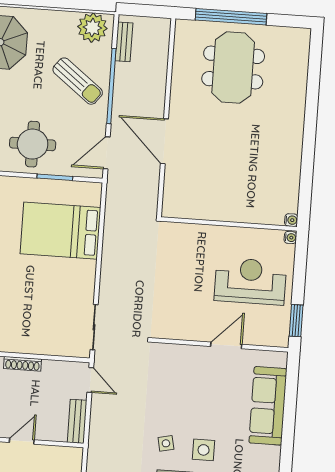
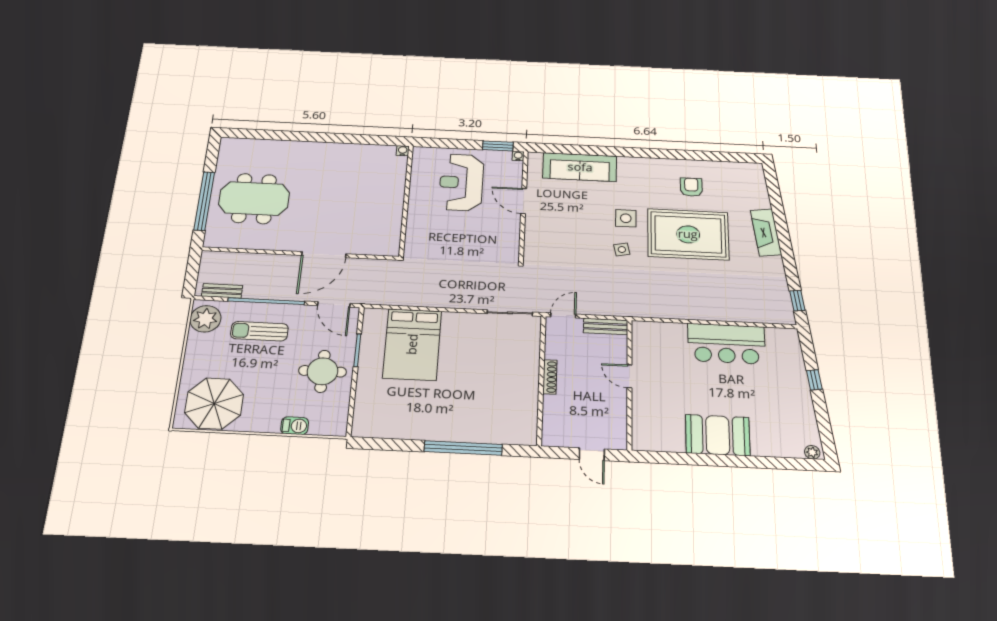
sun lounger: (78, 81) -> (259, 331), turned -128
water cooler: (290, 238) -> (518, 156), moved

